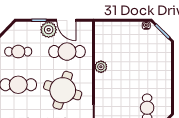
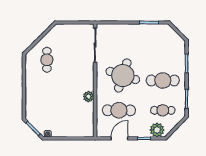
door: (66, 20) -> (119, 138), hinge flipped
plant: (49, 30) -> (157, 130), moved

